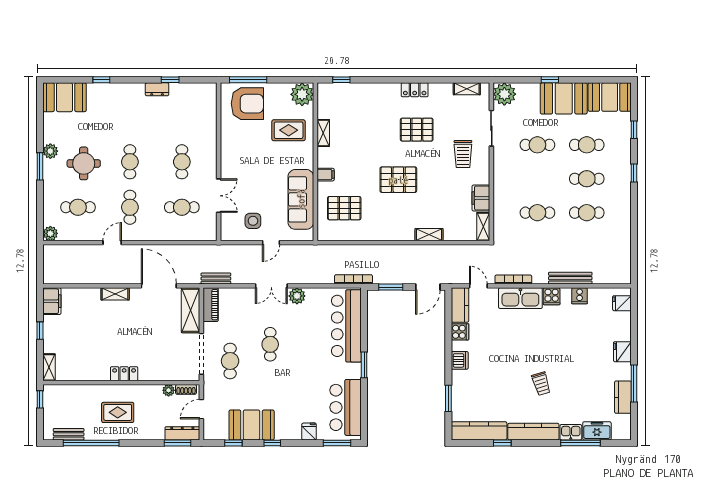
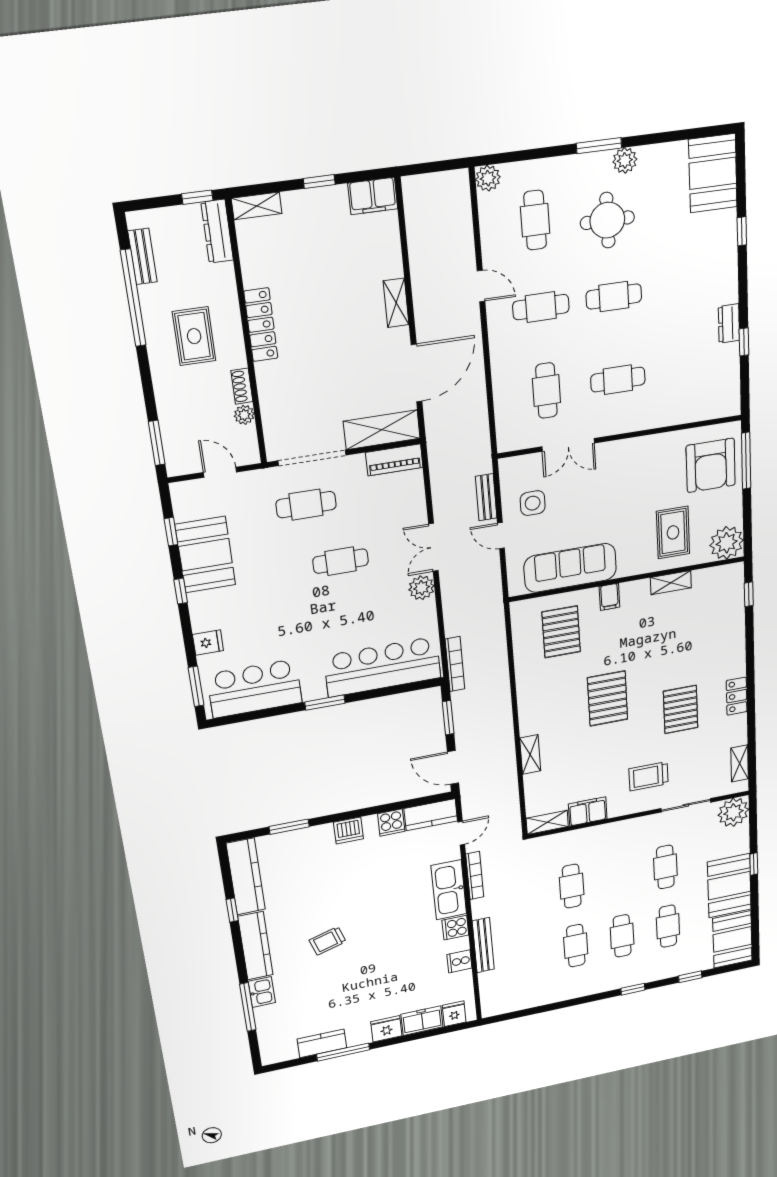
bench: (216, 279) -> (486, 497), moved
locker: (124, 374) -> (261, 325), width x1.53
shoe rack: (186, 389) -> (242, 386), moved
freezer: (597, 431) -> (422, 1021), moved, turned -90
dresser: (182, 433) -> (217, 231), moved, turned 180

